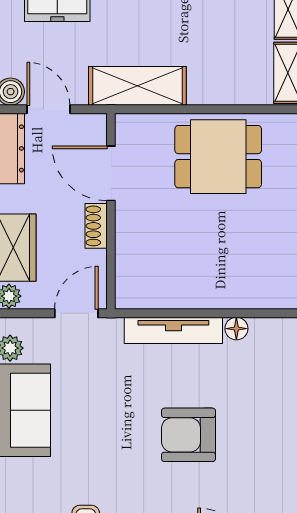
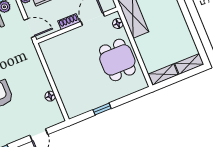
floor lamp: (142, 125) -> (118, 24), added
tv unit: (173, 330) -> (39, 71), removed

